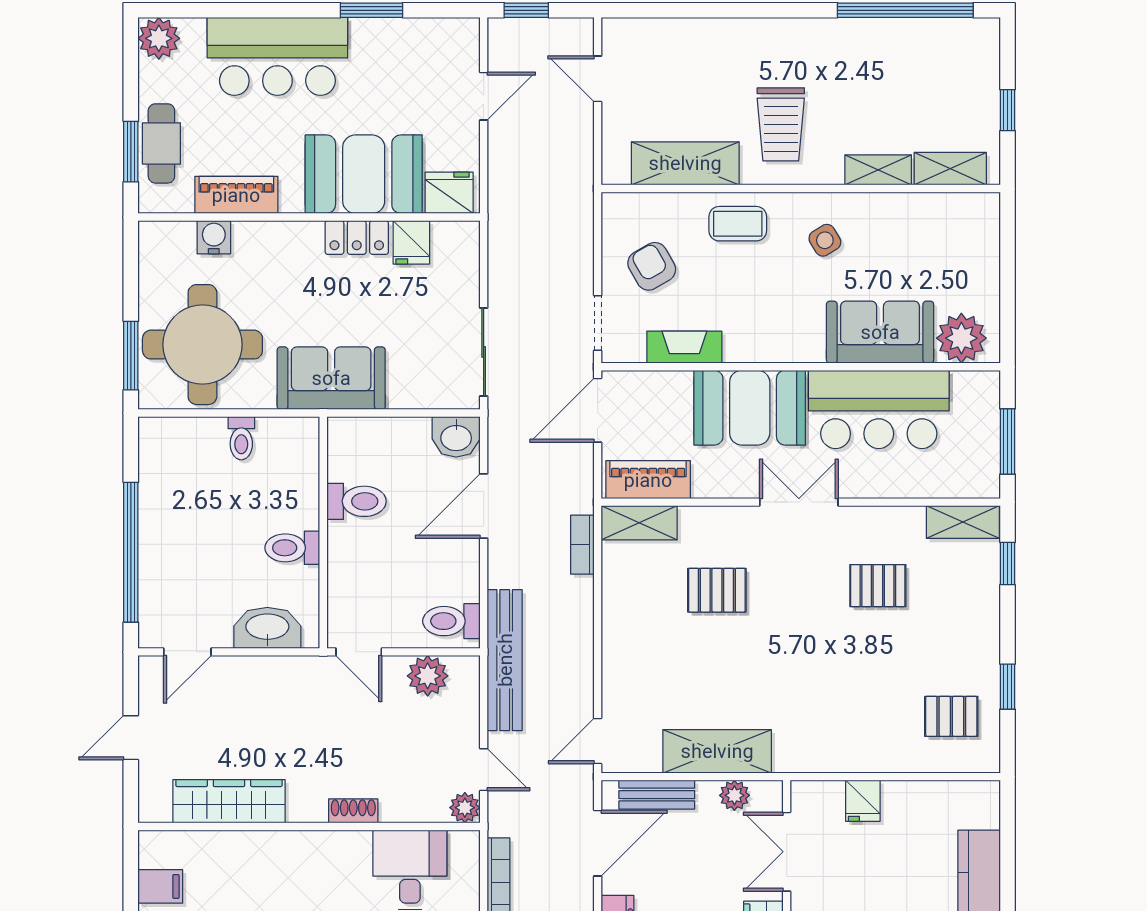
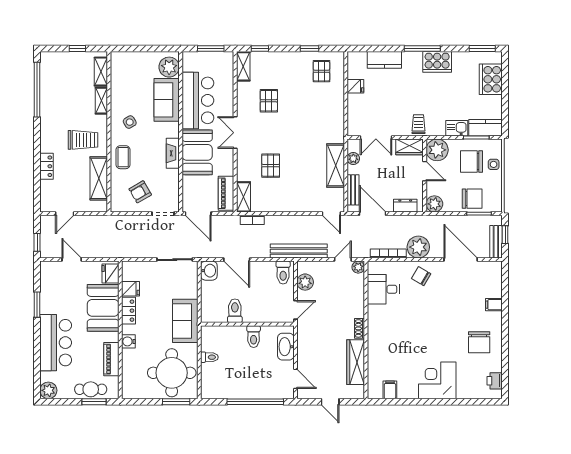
locker: (715, 34) -> (47, 166), added
water cooler: (214, 237) -> (128, 341), moved
fireplace: (684, 347) -> (173, 153), moved
fridge: (863, 801) -> (355, 86), moved
shoe rack: (353, 811) -> (360, 328), moved

